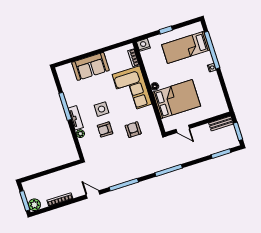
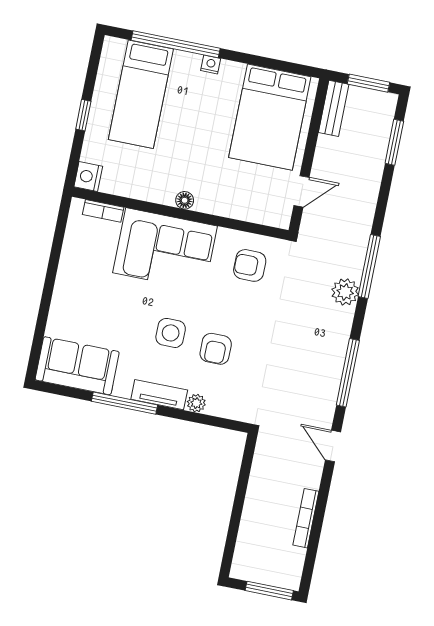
sofa: (90, 66) -> (77, 366), moved, turned -90
bed: (177, 99) -> (270, 117), moved, turned 180
armchair: (133, 130) -> (250, 265), moved
door: (93, 195) -> (333, 446), hinge flipped
plant: (34, 205) -> (345, 292), moved

